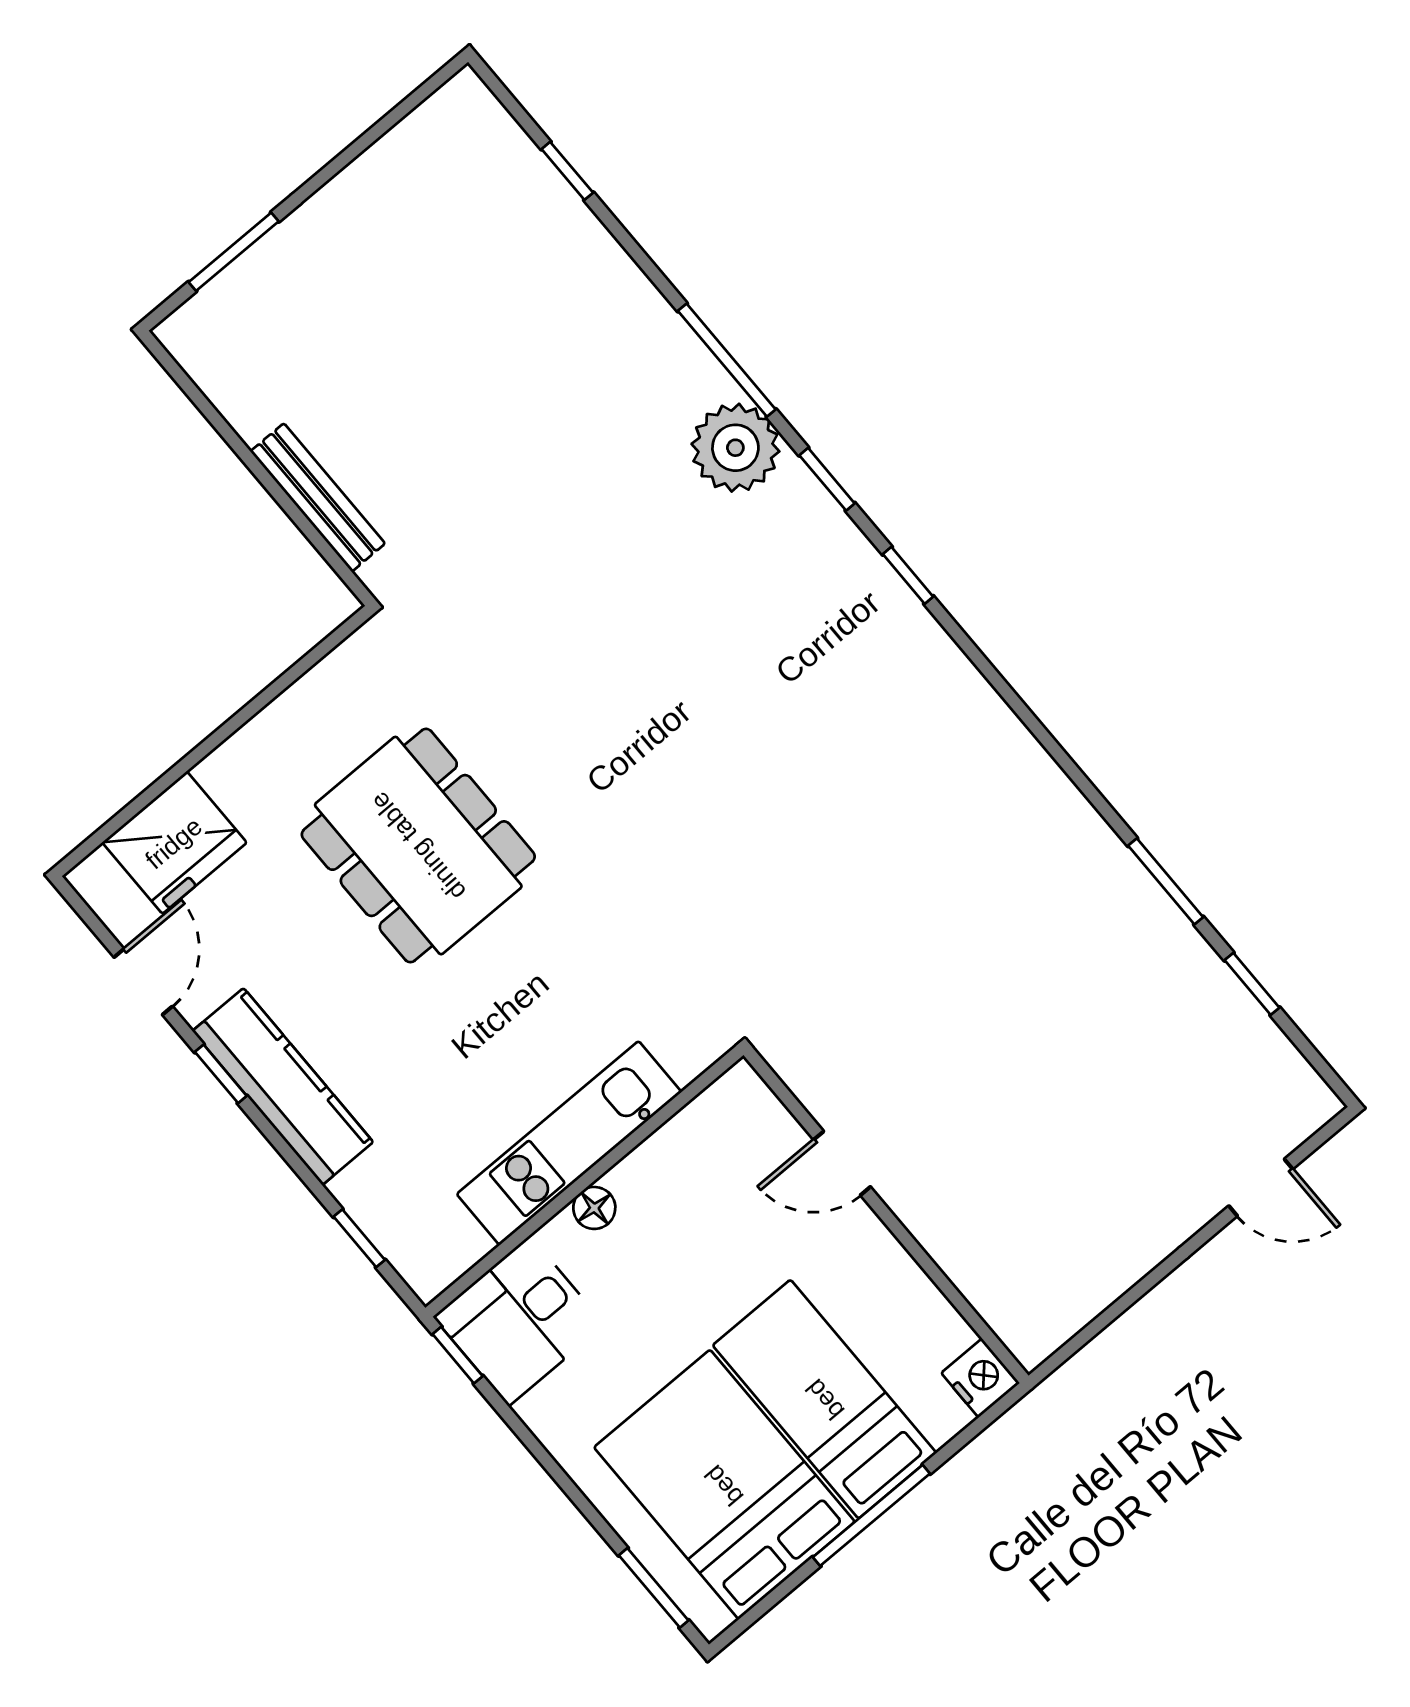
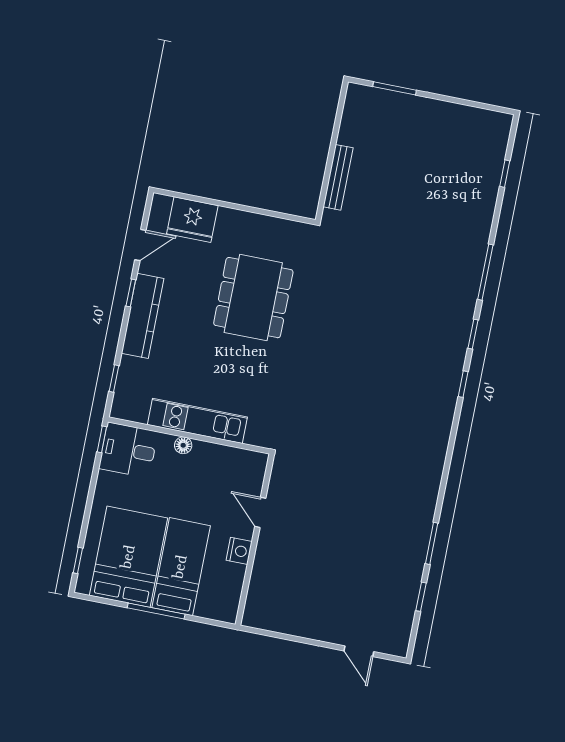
plant: (735, 448) -> (460, 297), removed
nightstand: (980, 1378) -> (239, 551), moved
window: (654, 1588) -> (78, 560), width x0.67

